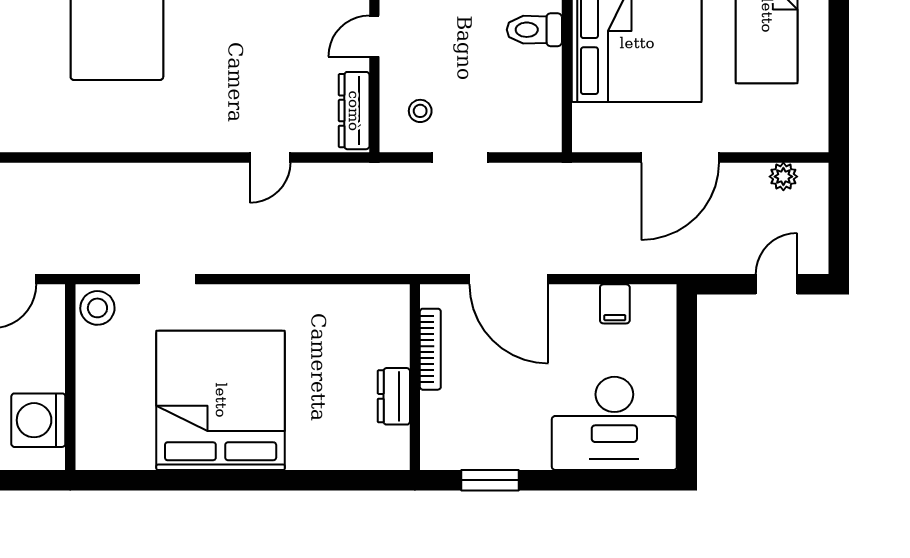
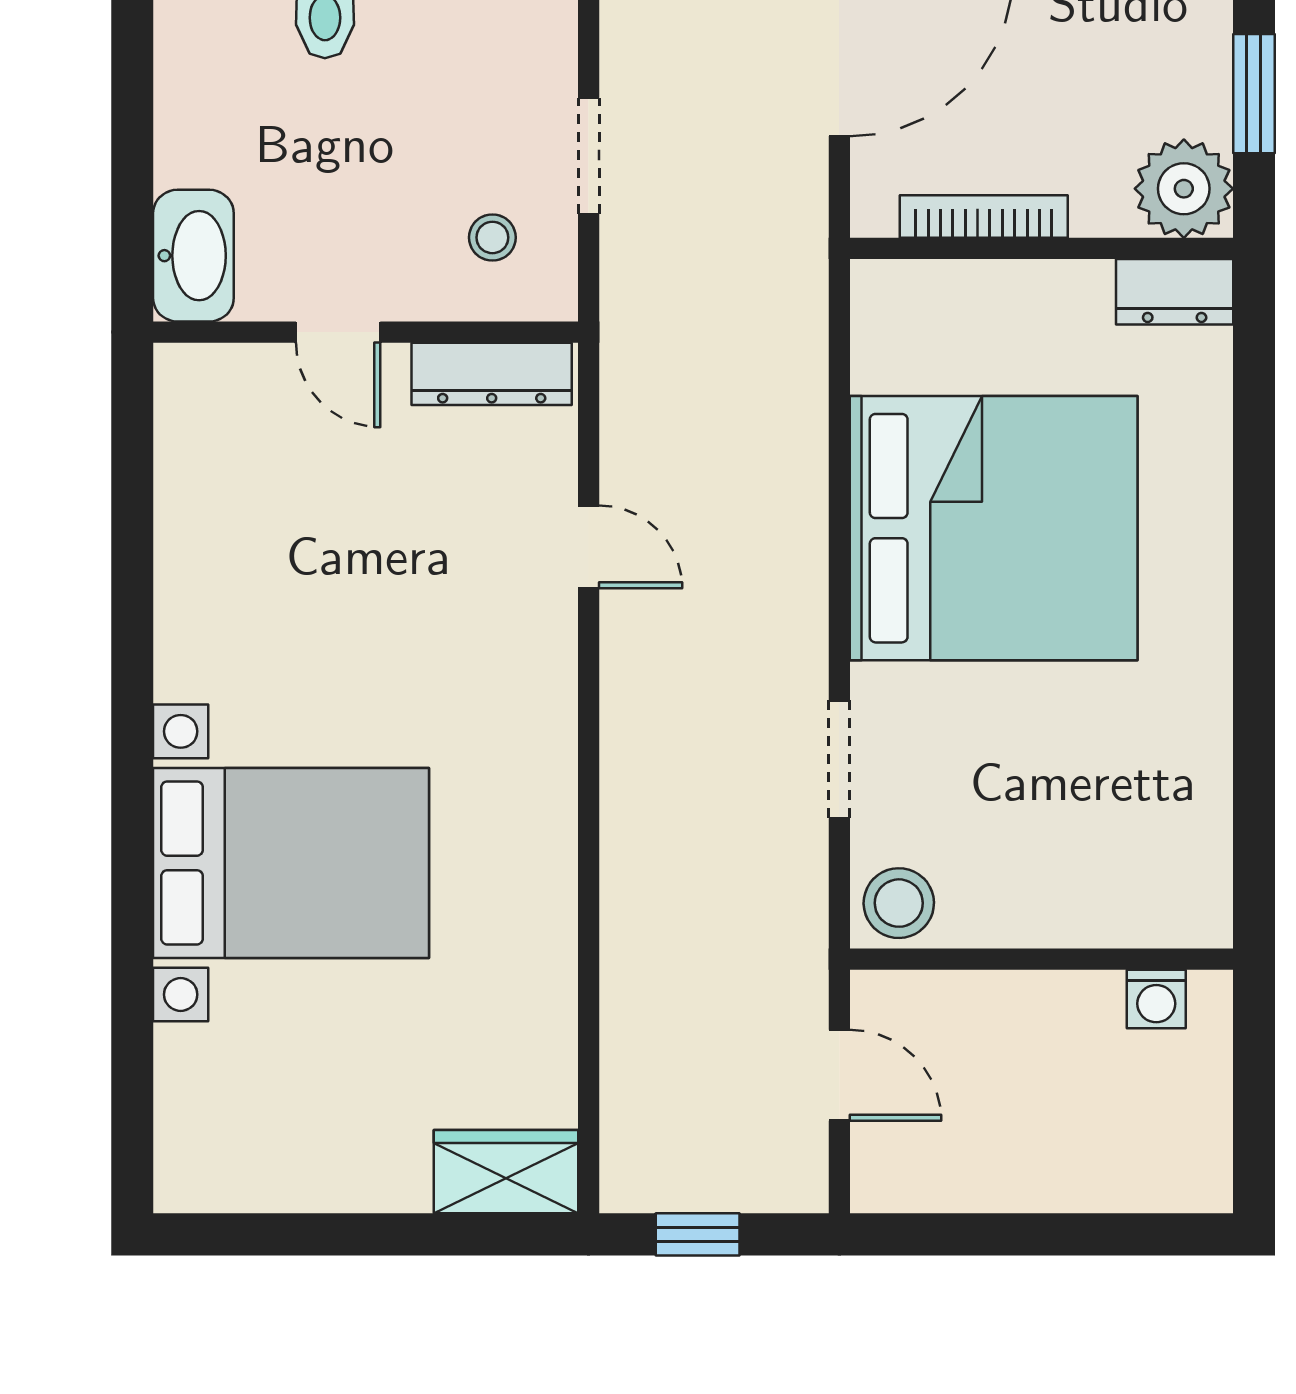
dresser: (394, 396) -> (1175, 292), moved
bed: (221, 400) -> (994, 528), moved, turned 180
washing machine: (38, 420) -> (1156, 999), width x0.53, depth x0.53
plant: (444, 446) -> (1184, 189), added

